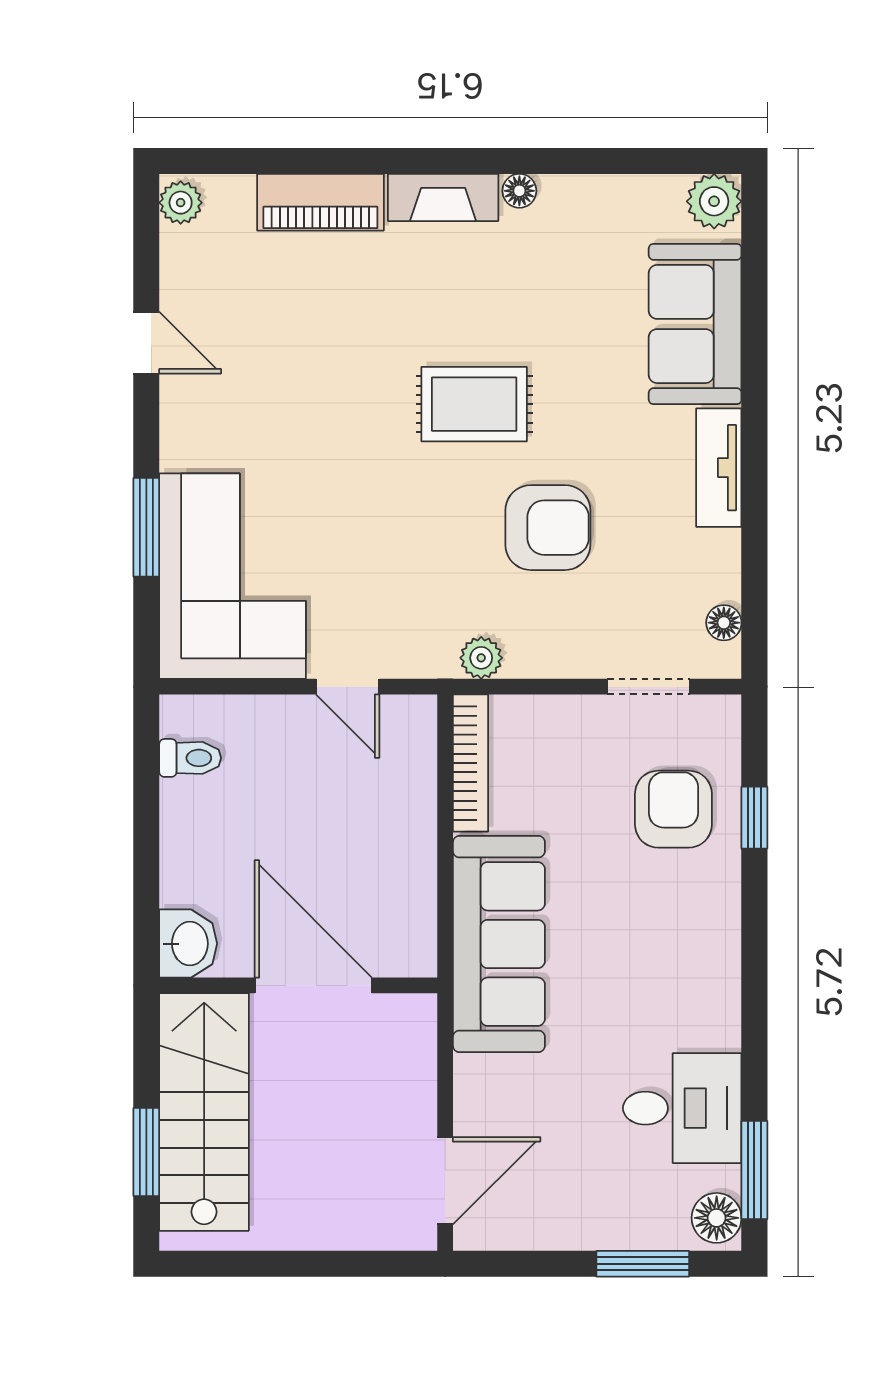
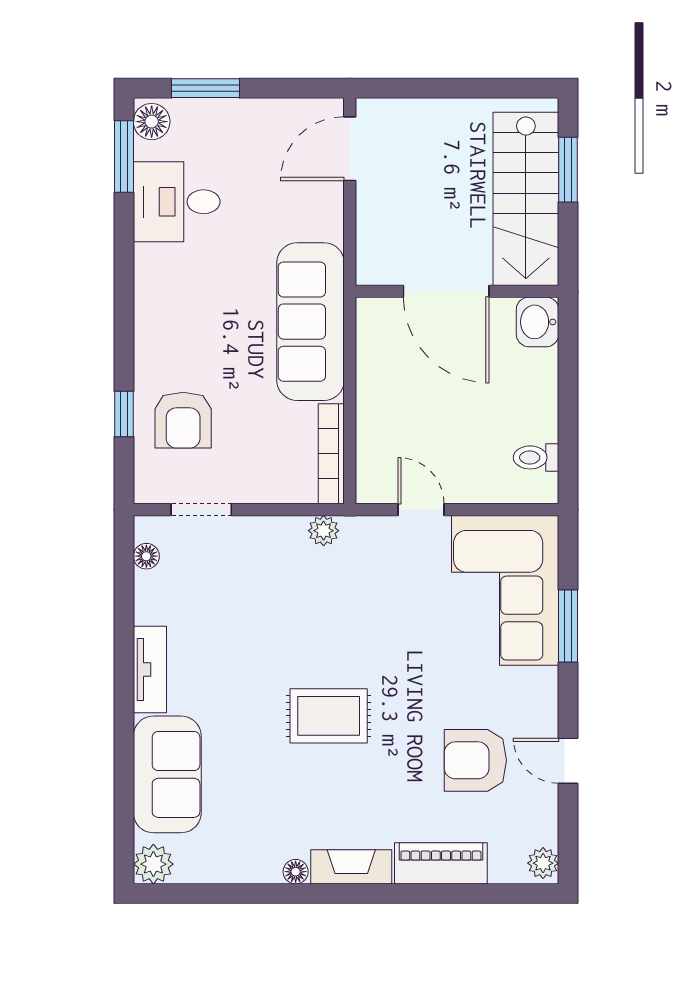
armchair: (548, 528) -> (475, 760), moved

